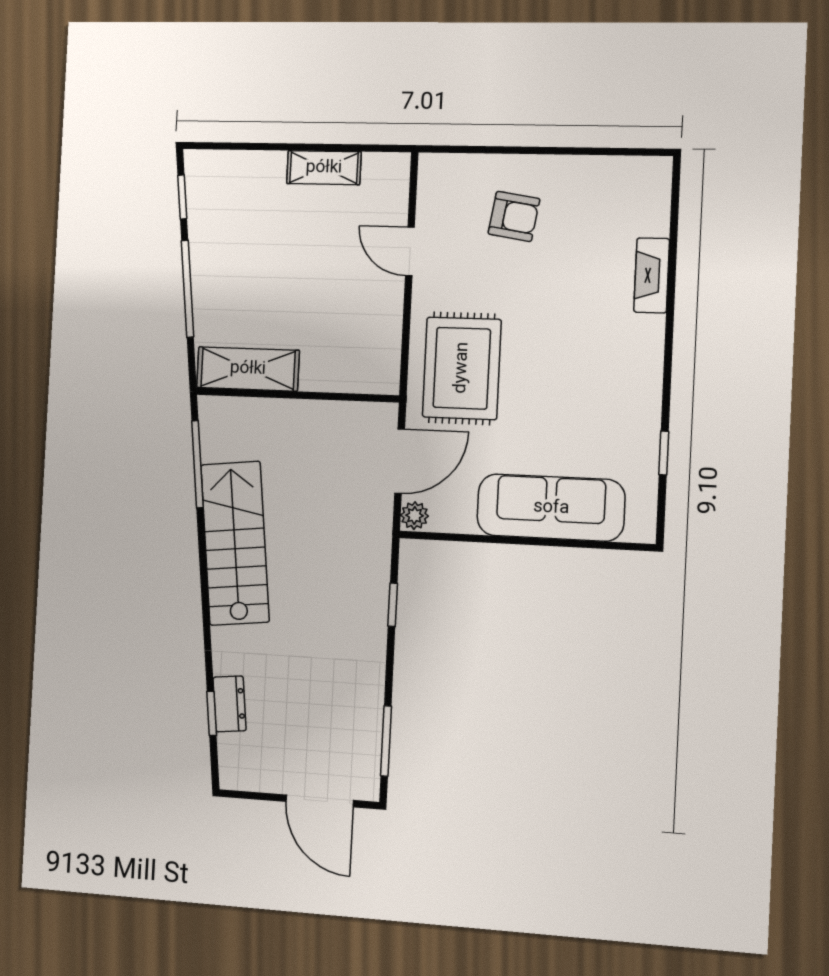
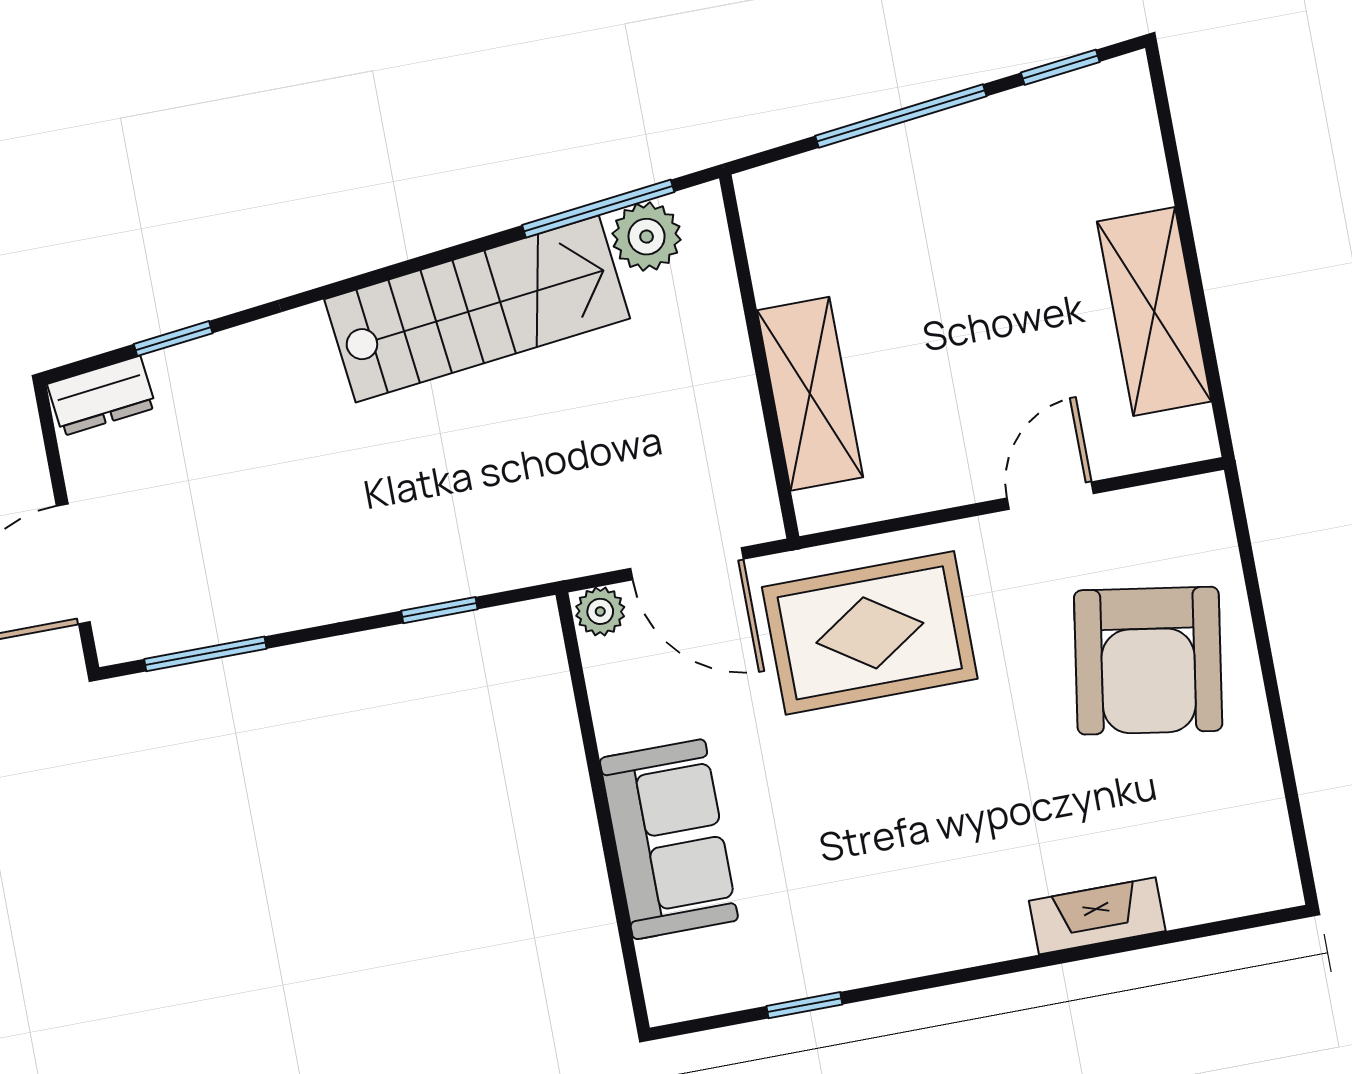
shelving: (324, 168) -> (1154, 312), width x1.50, depth x1.33
armchair: (514, 216) -> (1148, 661), width x1.88, depth x1.88
shelving: (248, 369) -> (810, 394), moved
plant: (218, 441) -> (647, 237), added
sofa: (551, 508) -> (669, 839), width x0.73
dresser: (230, 704) -> (102, 396), moved

